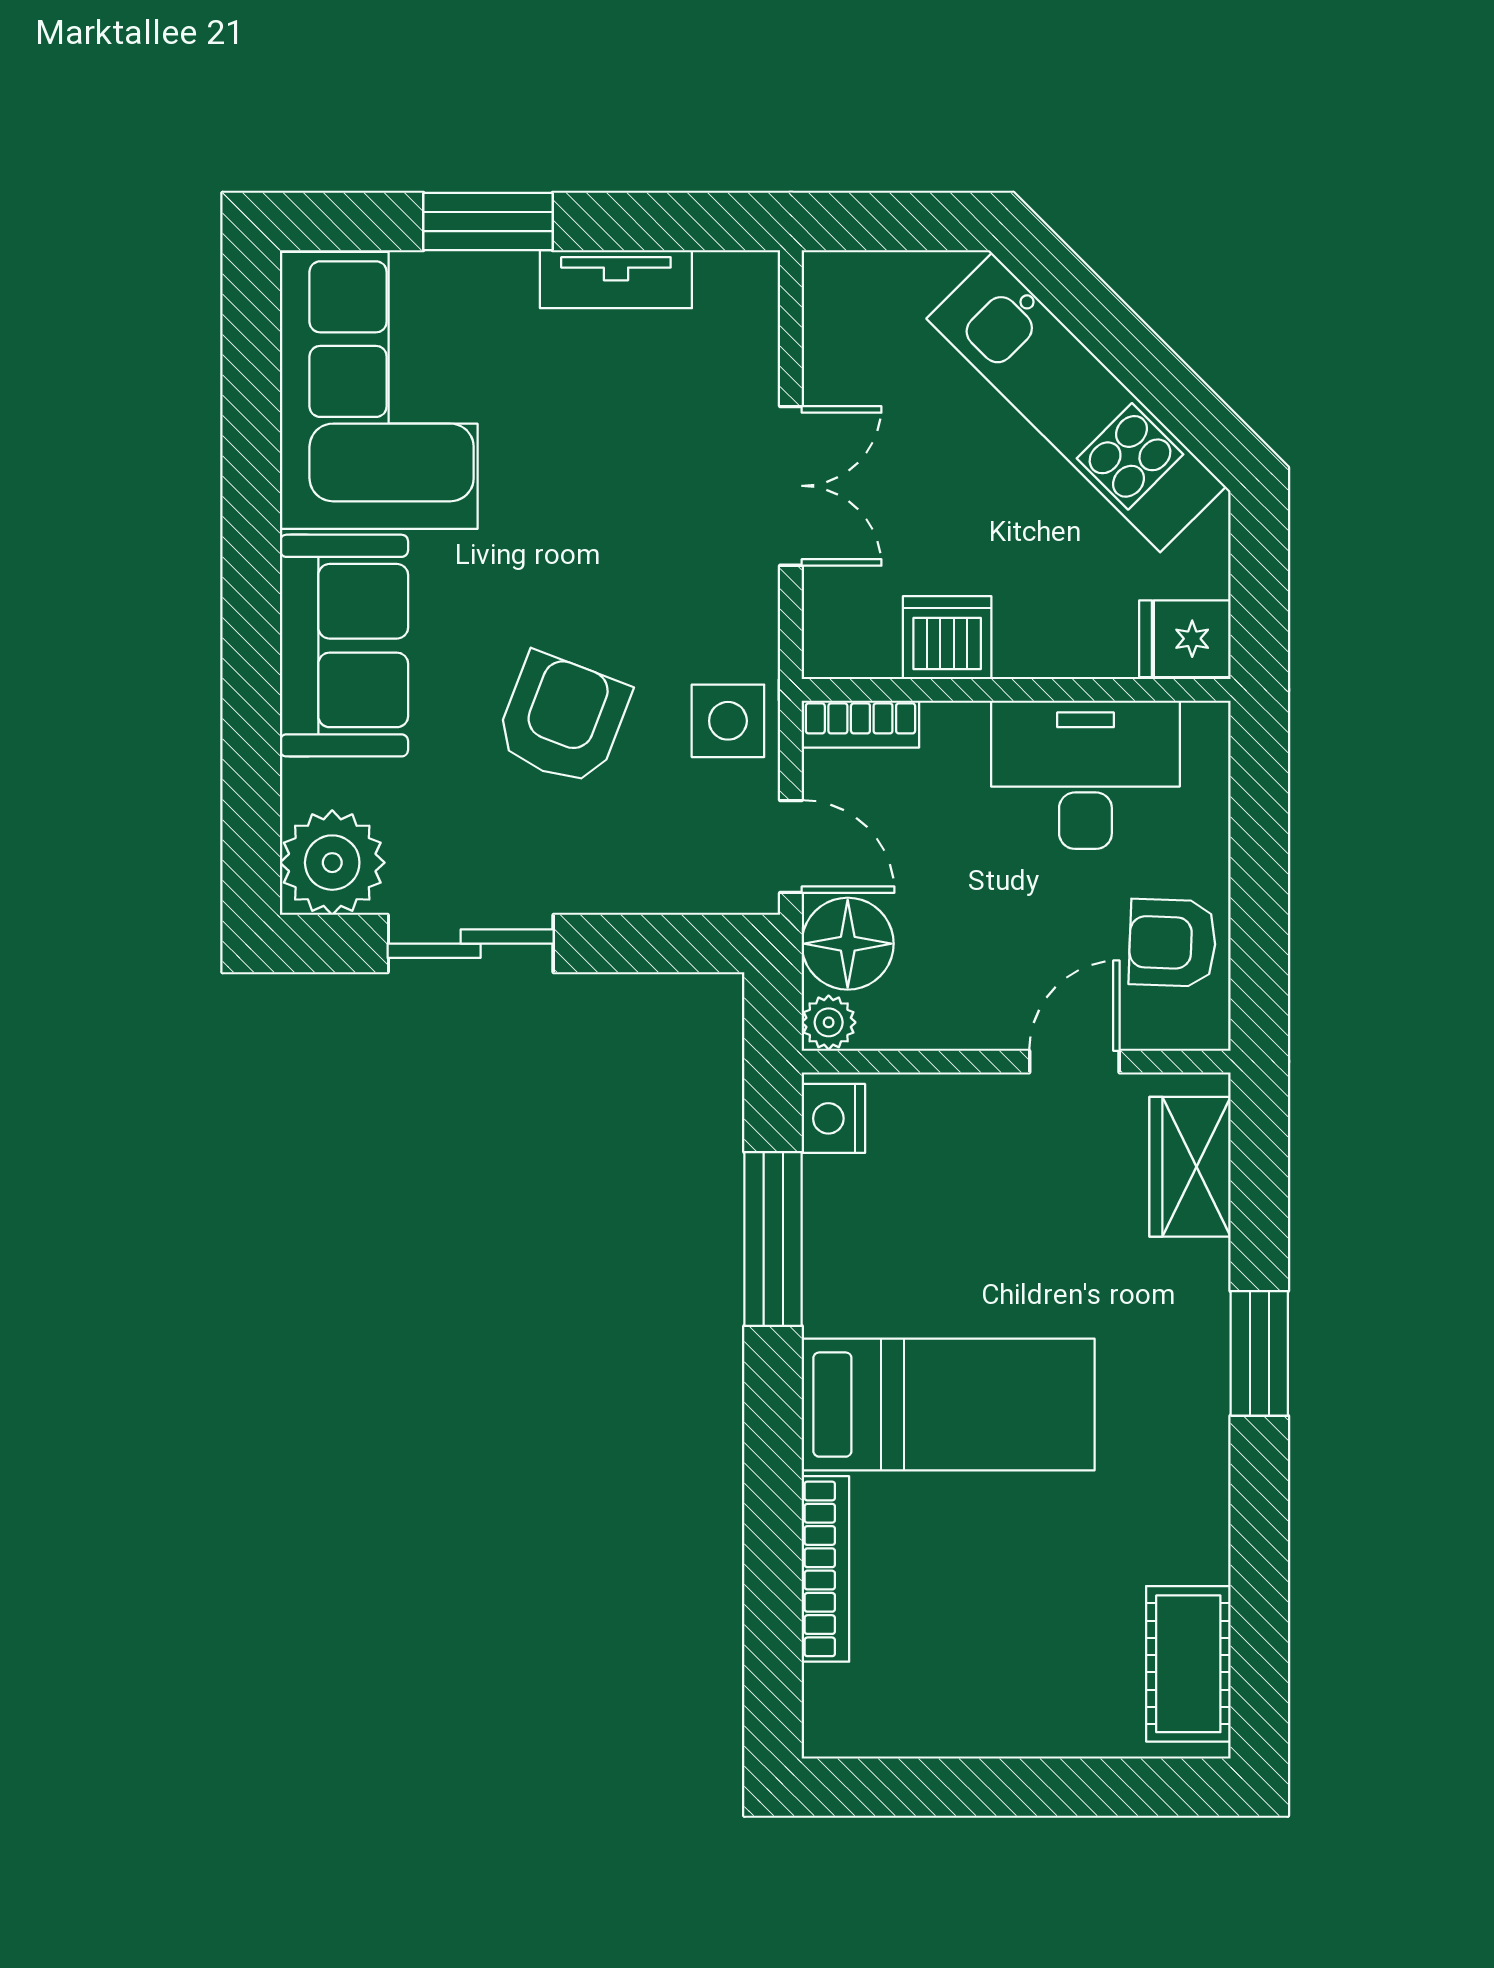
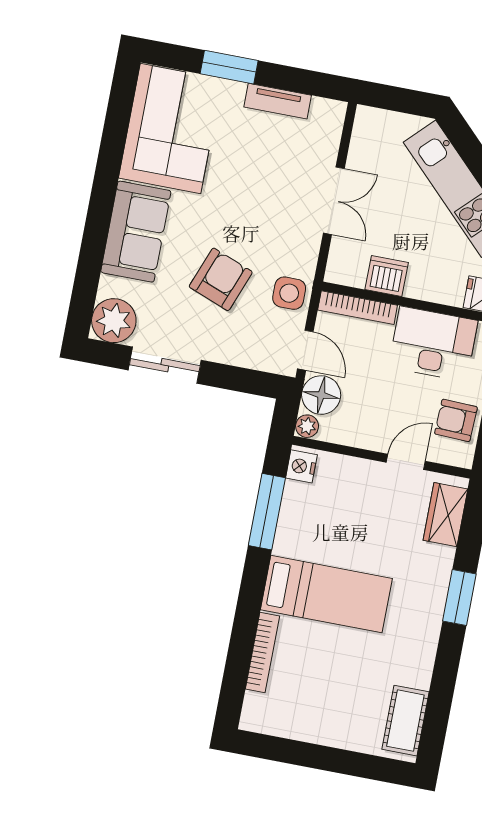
bookcase: (860, 724) -> (358, 308), width x1.56

